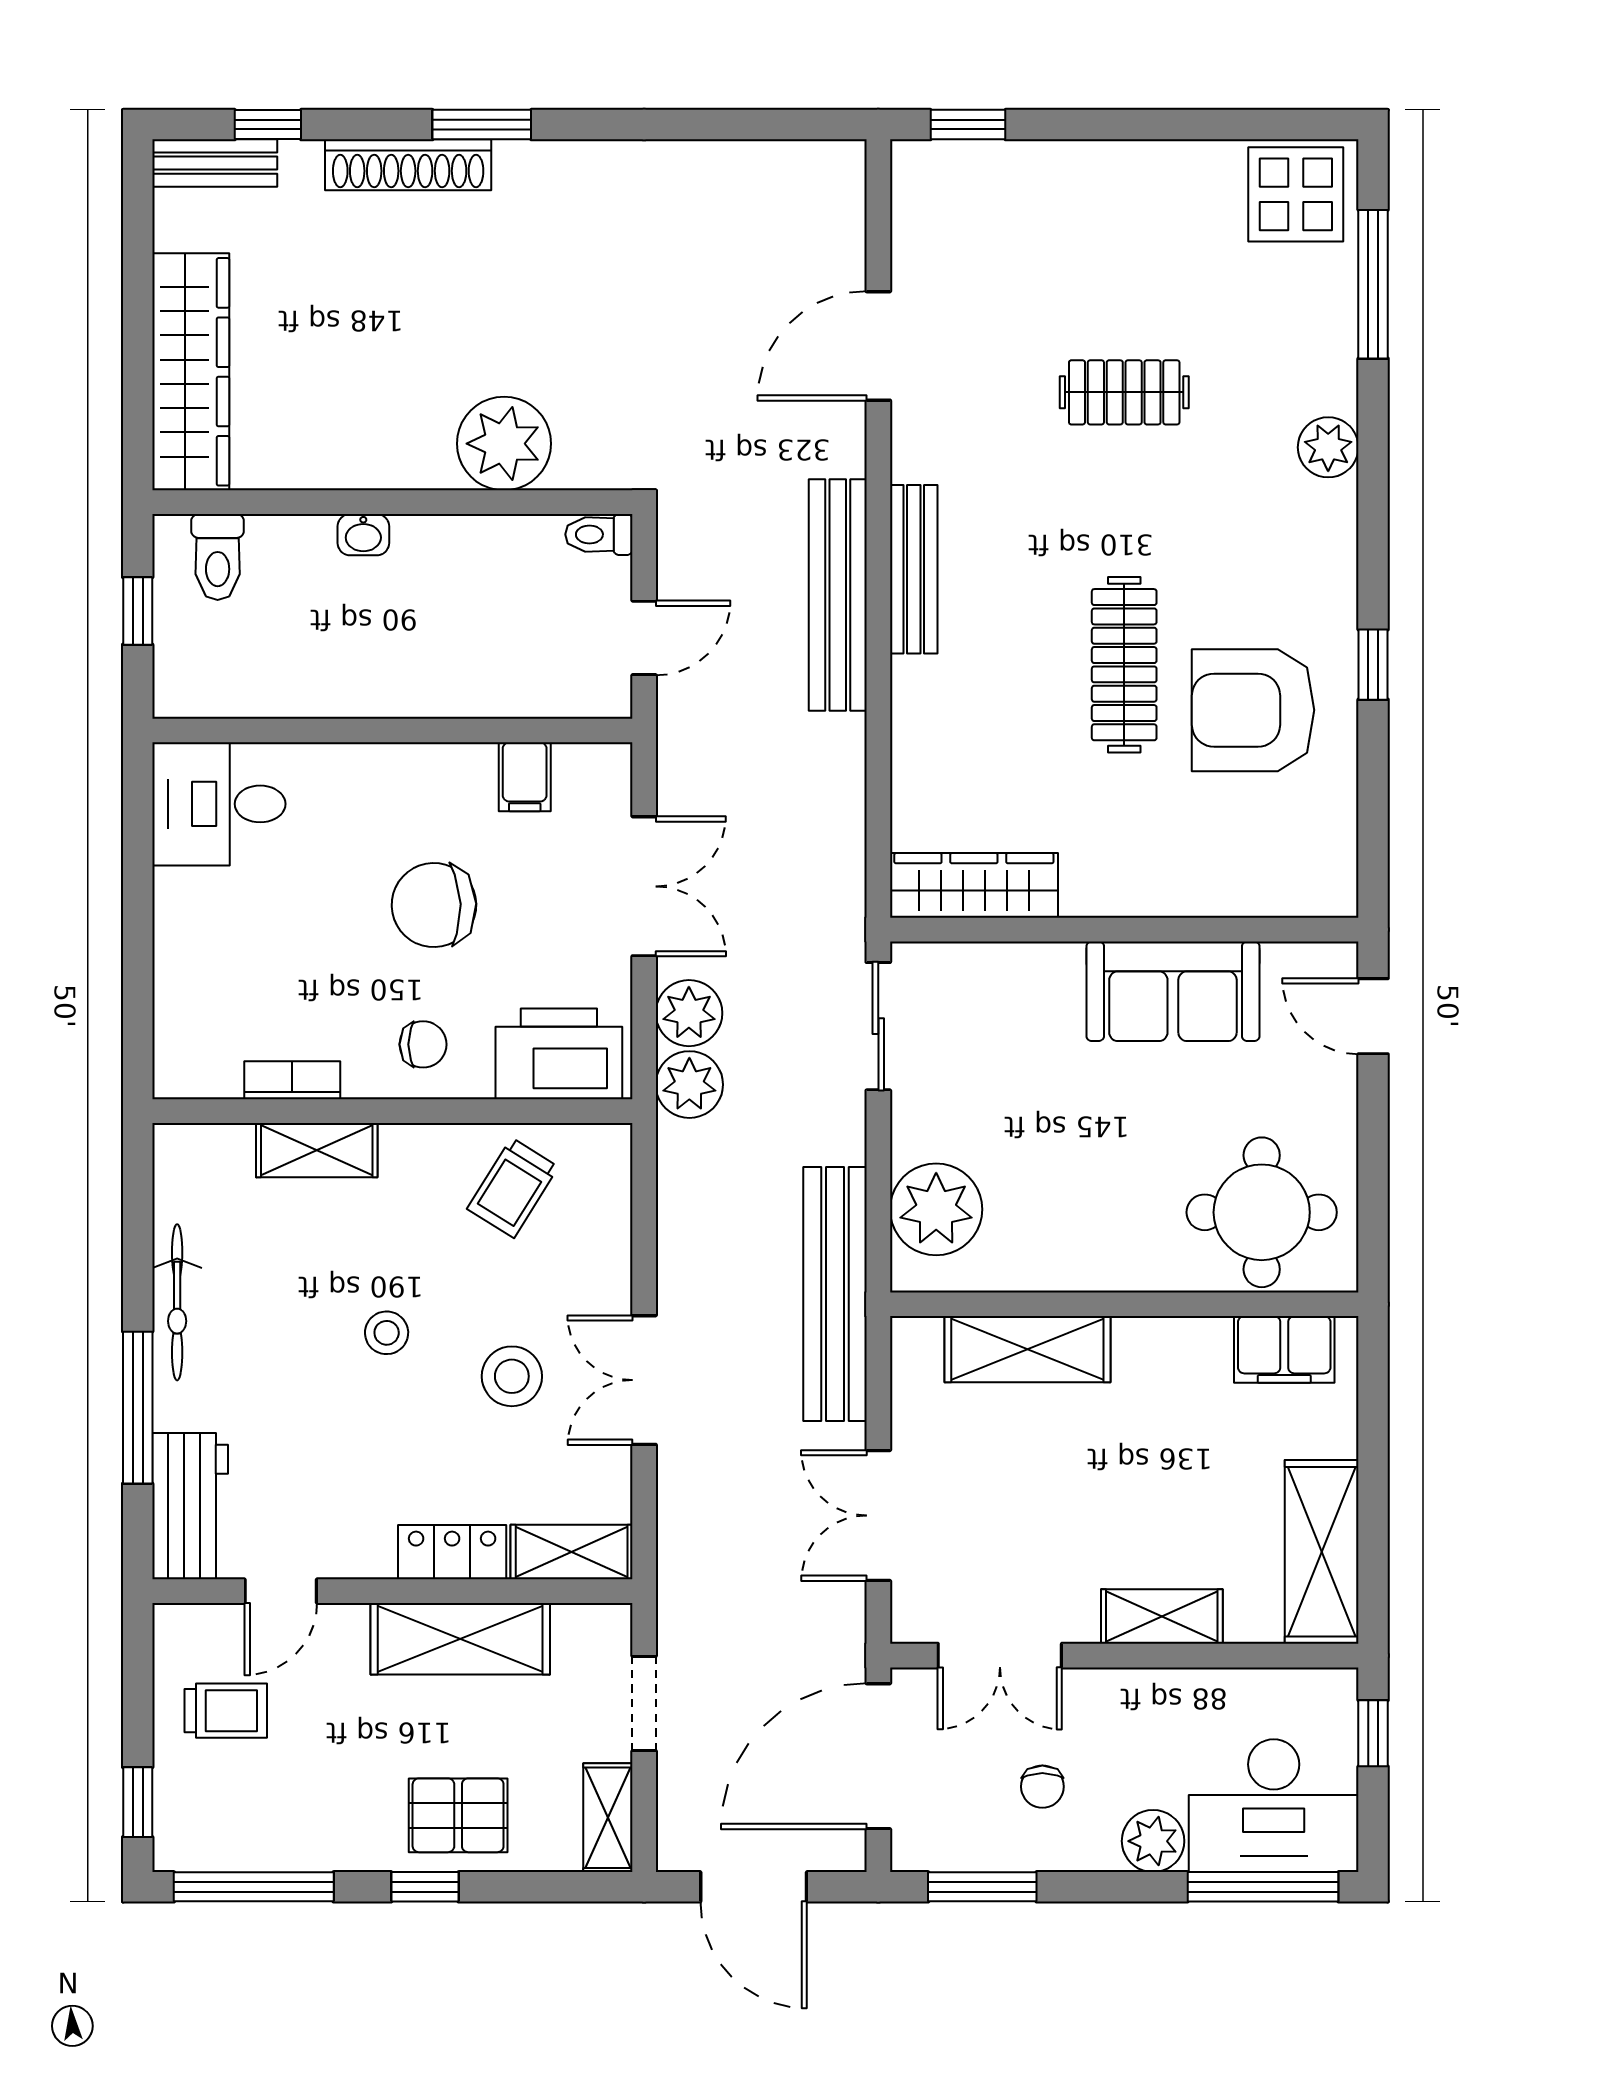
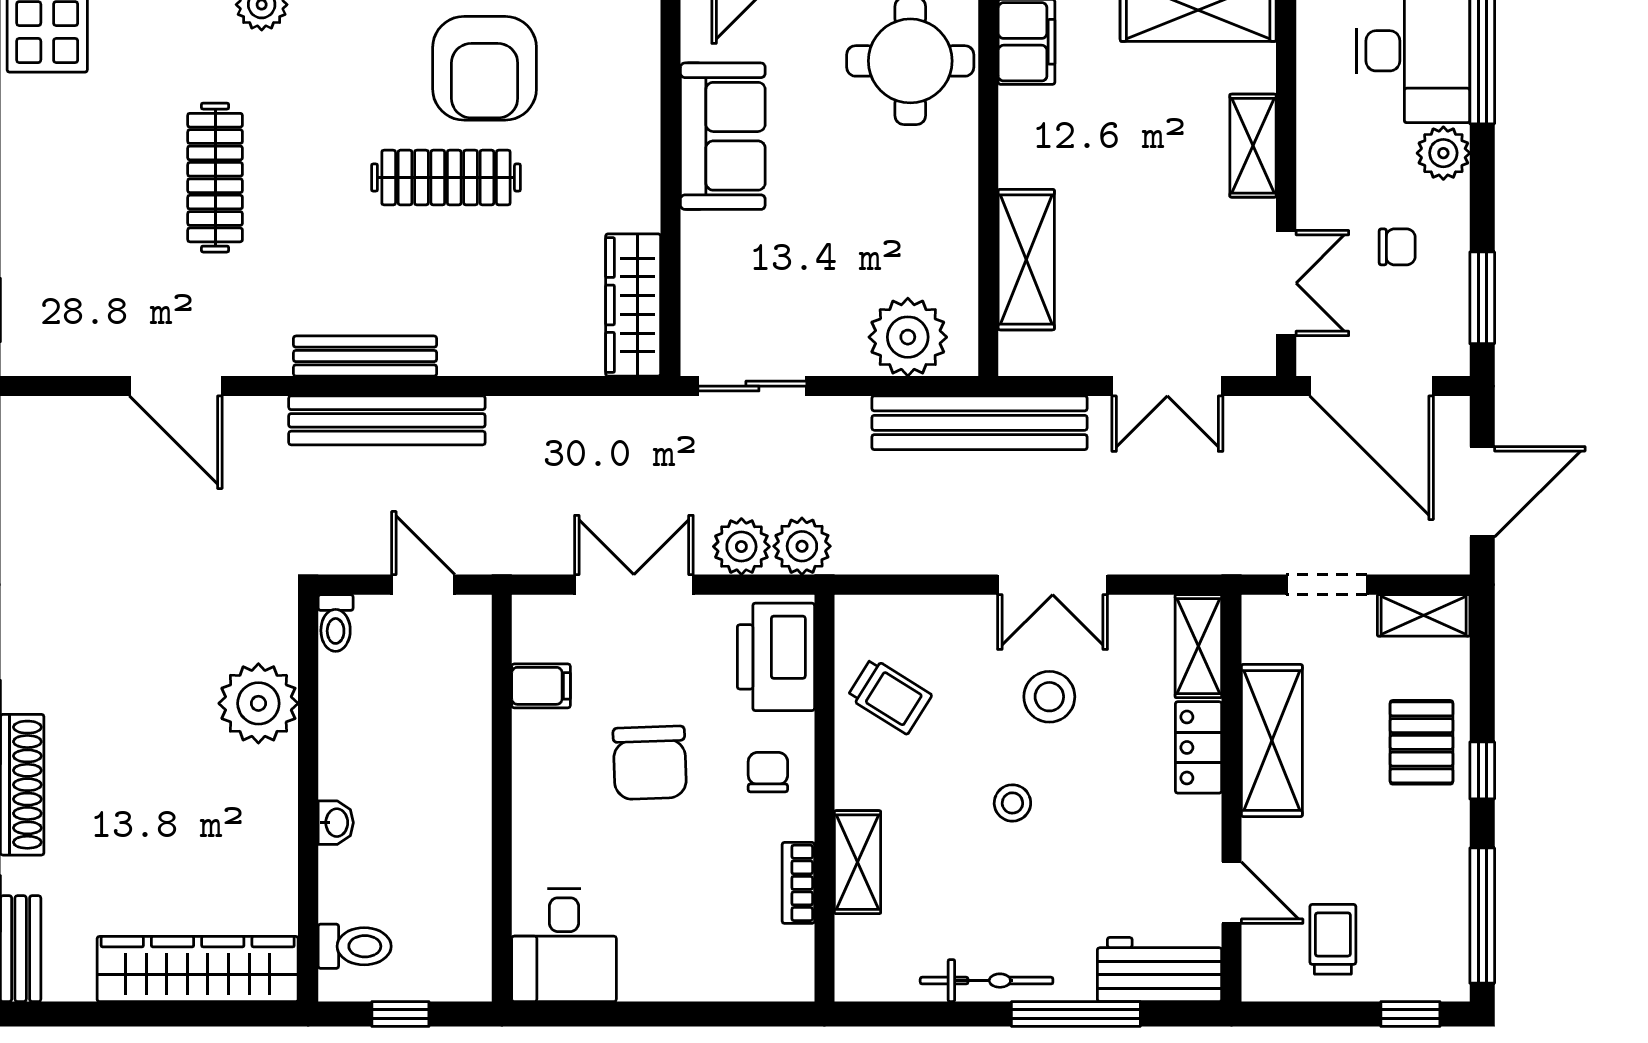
clothes rail: (1124, 392) -> (215, 178), width x1.36

